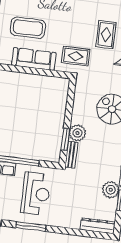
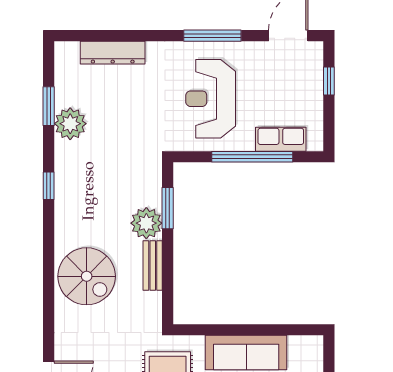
bench: (71, 155) -> (153, 266), moved
dresser: (98, 226) -> (113, 53), moved

